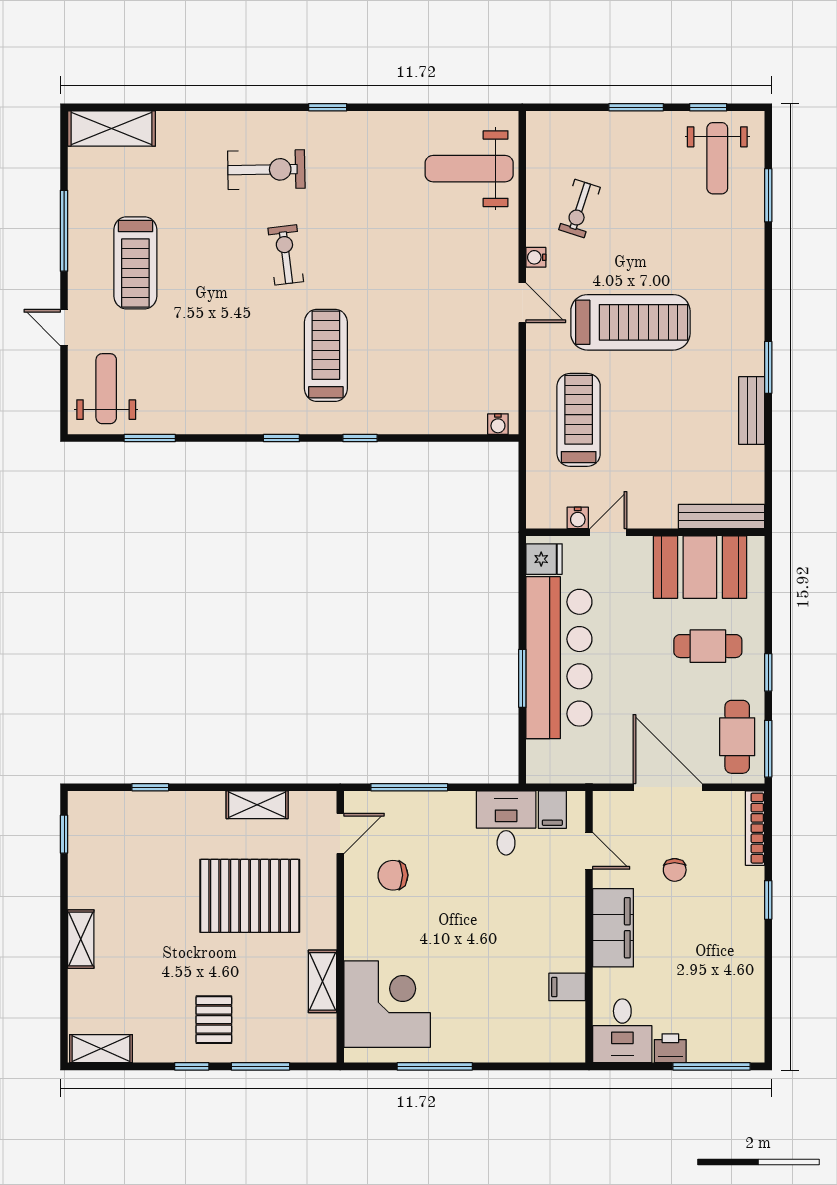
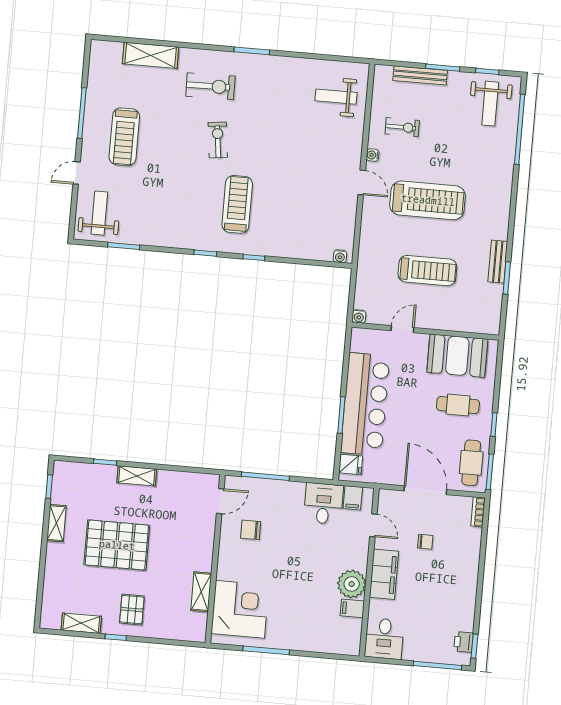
window: (328, 107) -> (252, 51), width x1.50
shelving: (112, 128) -> (151, 55), moved
weight bench: (469, 169) -> (336, 97), width x0.73, depth x0.75
window: (768, 195) -> (520, 129), width x2.11
exercise bike: (579, 208) -> (402, 127), turned -108
door: (64, 328) -> (77, 173), hinge flipped
window: (768, 367) -> (507, 278), moved
treadmill: (579, 420) -> (427, 271), moved, turned 90
bench: (721, 516) -> (420, 75), moved
water cooler: (578, 518) -> (359, 316), moved
fridge: (544, 559) -> (351, 464), moved
shelving: (257, 805) -> (137, 476), moved
bookcase: (755, 828) -> (478, 512), width x0.64
chair: (675, 870) -> (425, 542), turned -90
pallet: (250, 896) -> (117, 545), moved
window: (768, 900) -> (474, 646), moved
shelving: (81, 939) -> (56, 523), moved
plant: (563, 948) -> (352, 584), added
printer: (670, 1048) -> (464, 642), moved, turned -90
shelving: (101, 1049) -> (81, 623), moved
window: (260, 1066) -> (158, 641), removed

